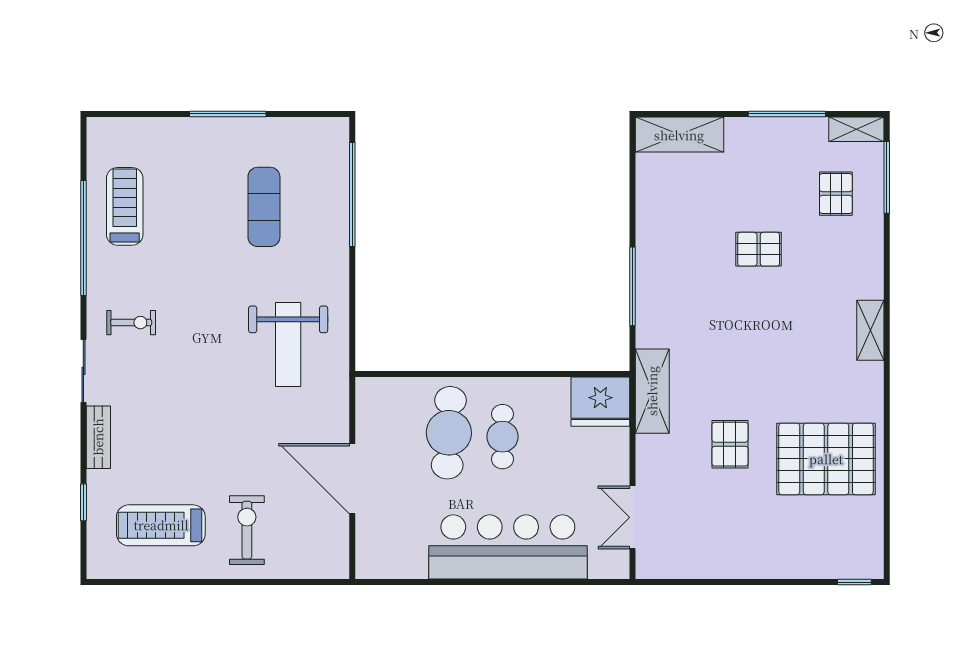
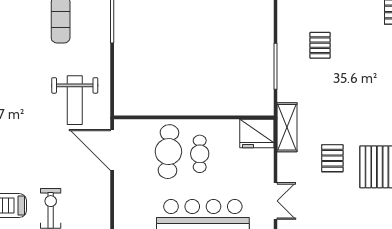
pallet: (759, 249) -> (320, 45), moved, turned 90
door: (352, 479) -> (112, 150), moved
double door: (632, 517) -> (276, 201), swing flipped

